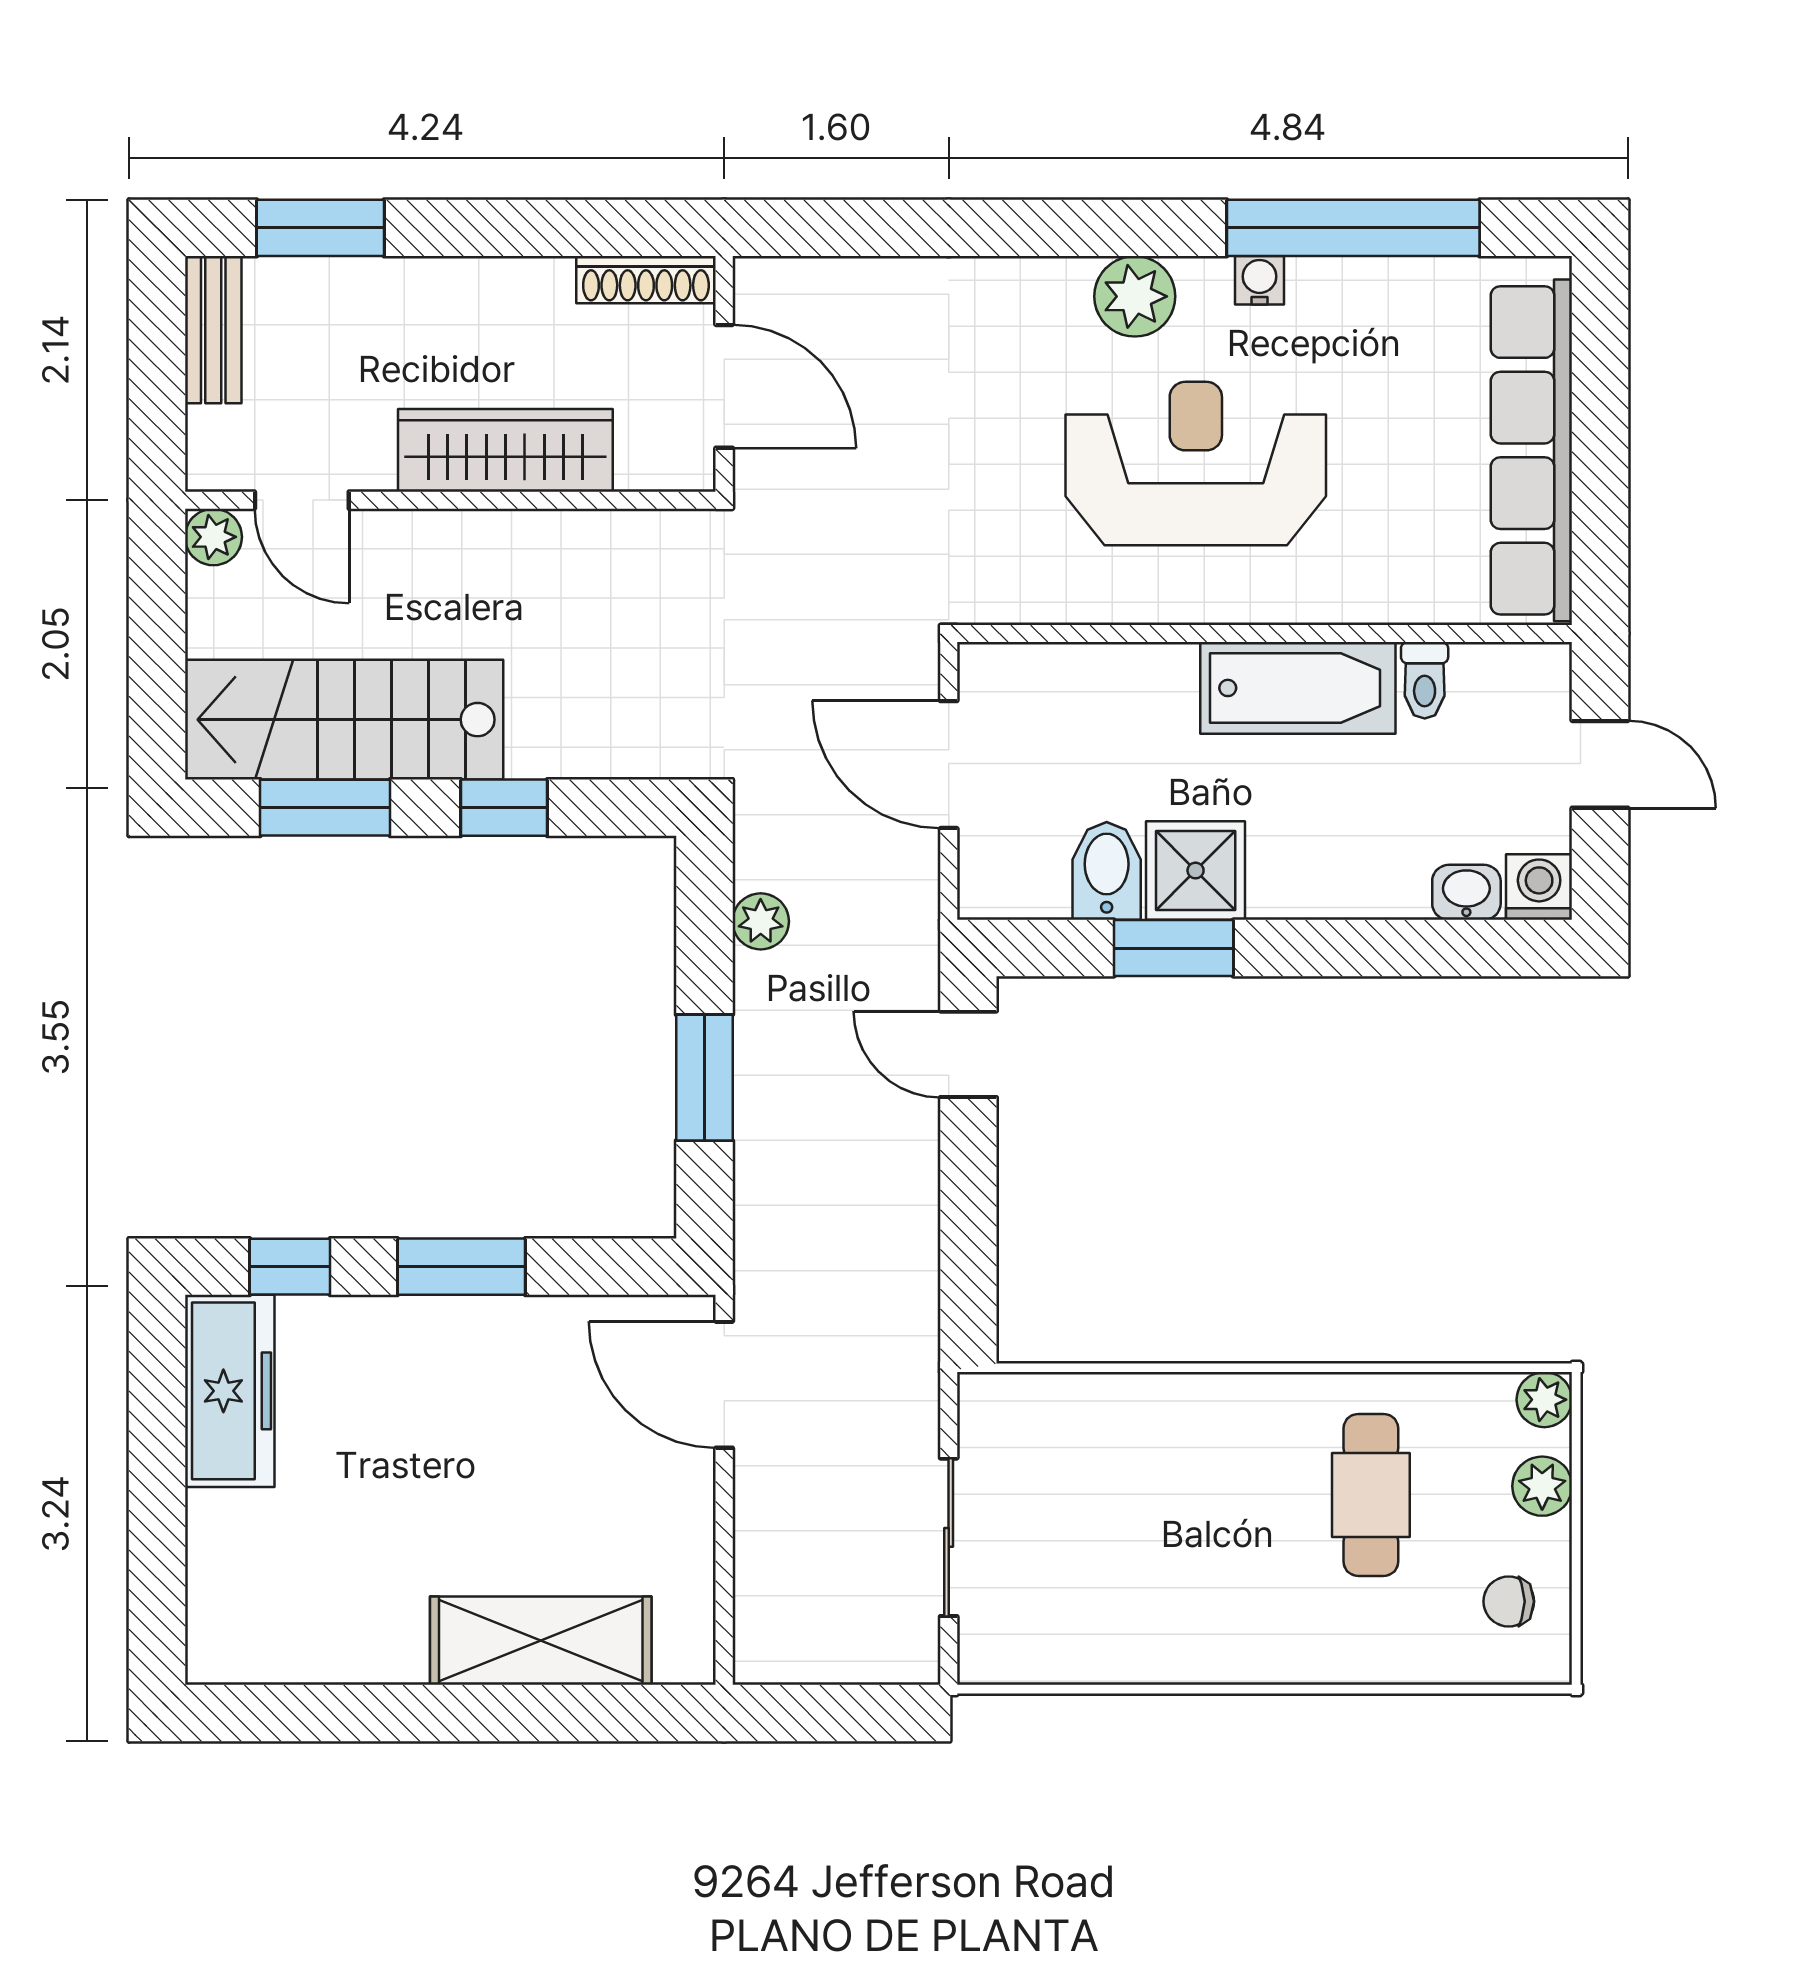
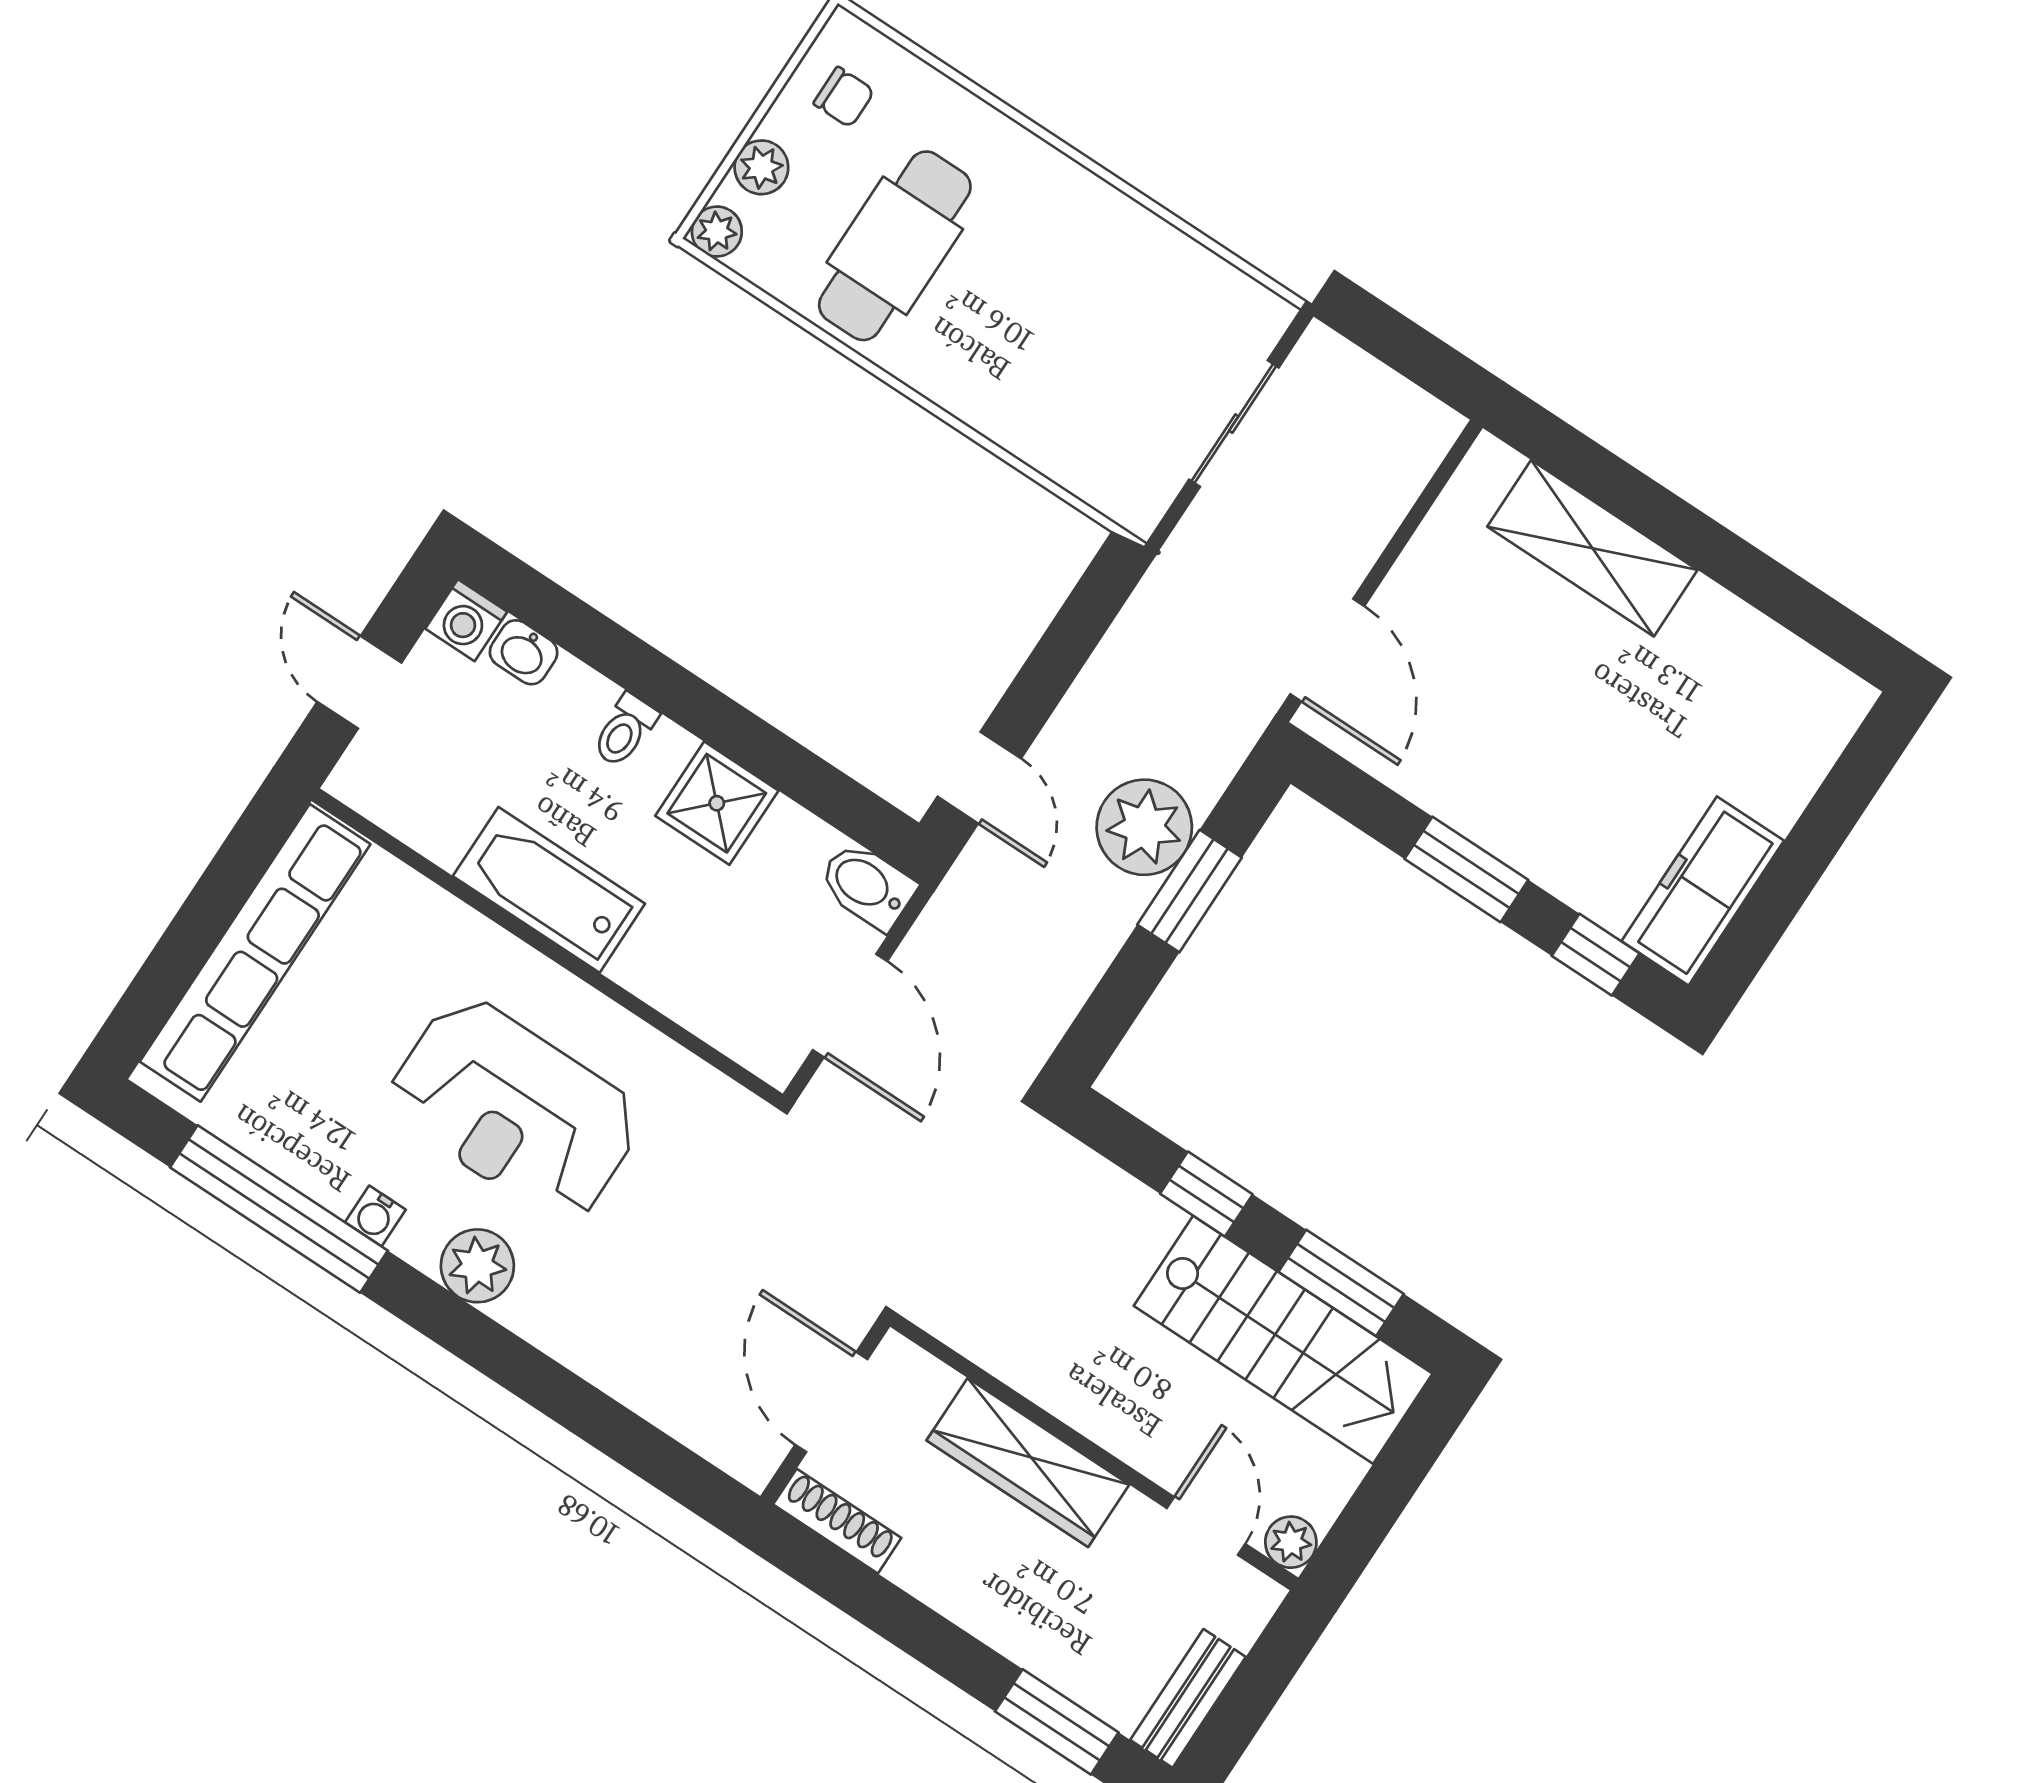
toilet: (1425, 680) -> (625, 730), moved, turned 180
bidet: (1107, 871) -> (867, 886), moved, turned 90
plant: (761, 921) -> (1144, 827), moved, width x1.87, depth x1.87
window: (1174, 948) -> (772, 756), removed
cafe table: (1371, 1495) -> (895, 246), width x1.37, depth x1.35

